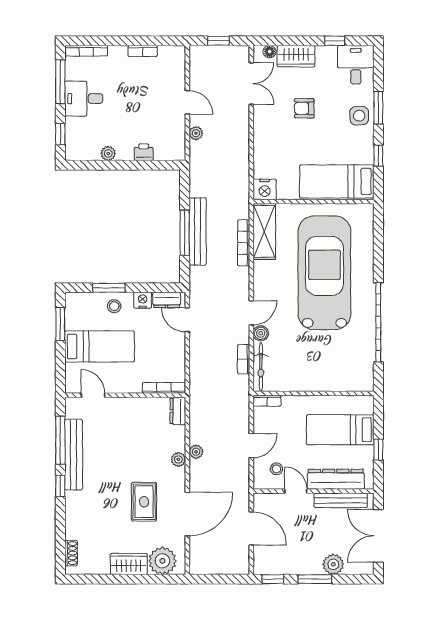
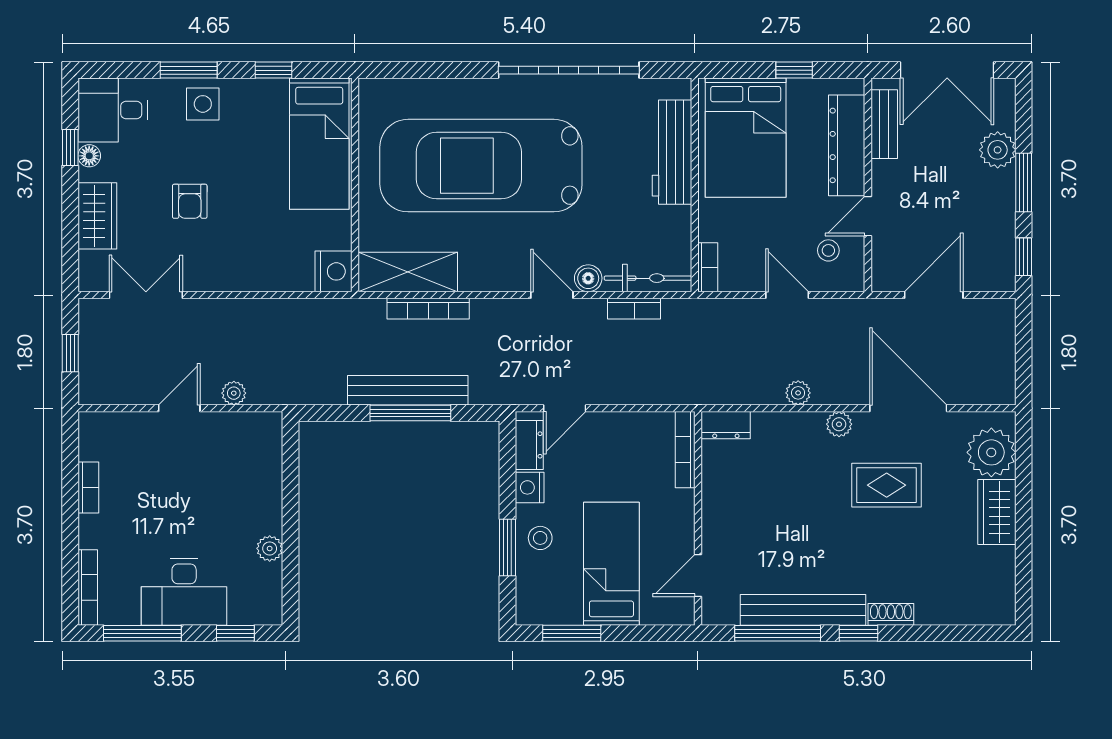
floor lamp: (269, 52) -> (89, 156), moved
desk: (84, 99) -> (184, 592), width x1.37
printer: (144, 152) -> (268, 486), removed
workbench: (332, 381) -> (672, 152), added
bed: (340, 430) -> (746, 138), width x1.50
plant: (178, 460) -> (839, 424), moved
bench: (341, 500) -> (884, 124), width x0.73
shoe rack: (71, 553) -> (891, 614), moved

